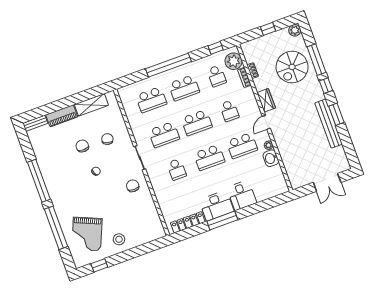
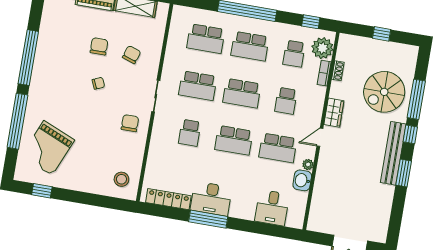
plant: (295, 30) -> (411, 52), removed
bench: (329, 124) -> (393, 153), moved
desk: (242, 195) -> (272, 208), moved
stool: (119, 239) -> (121, 179), moved

